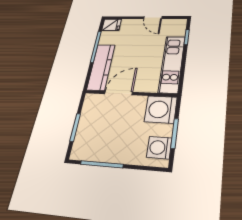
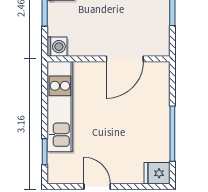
kitchen counter: (101, 67) -> (157, 99), removed
washing machine: (161, 109) -> (57, 47), width x0.53, depth x0.53

